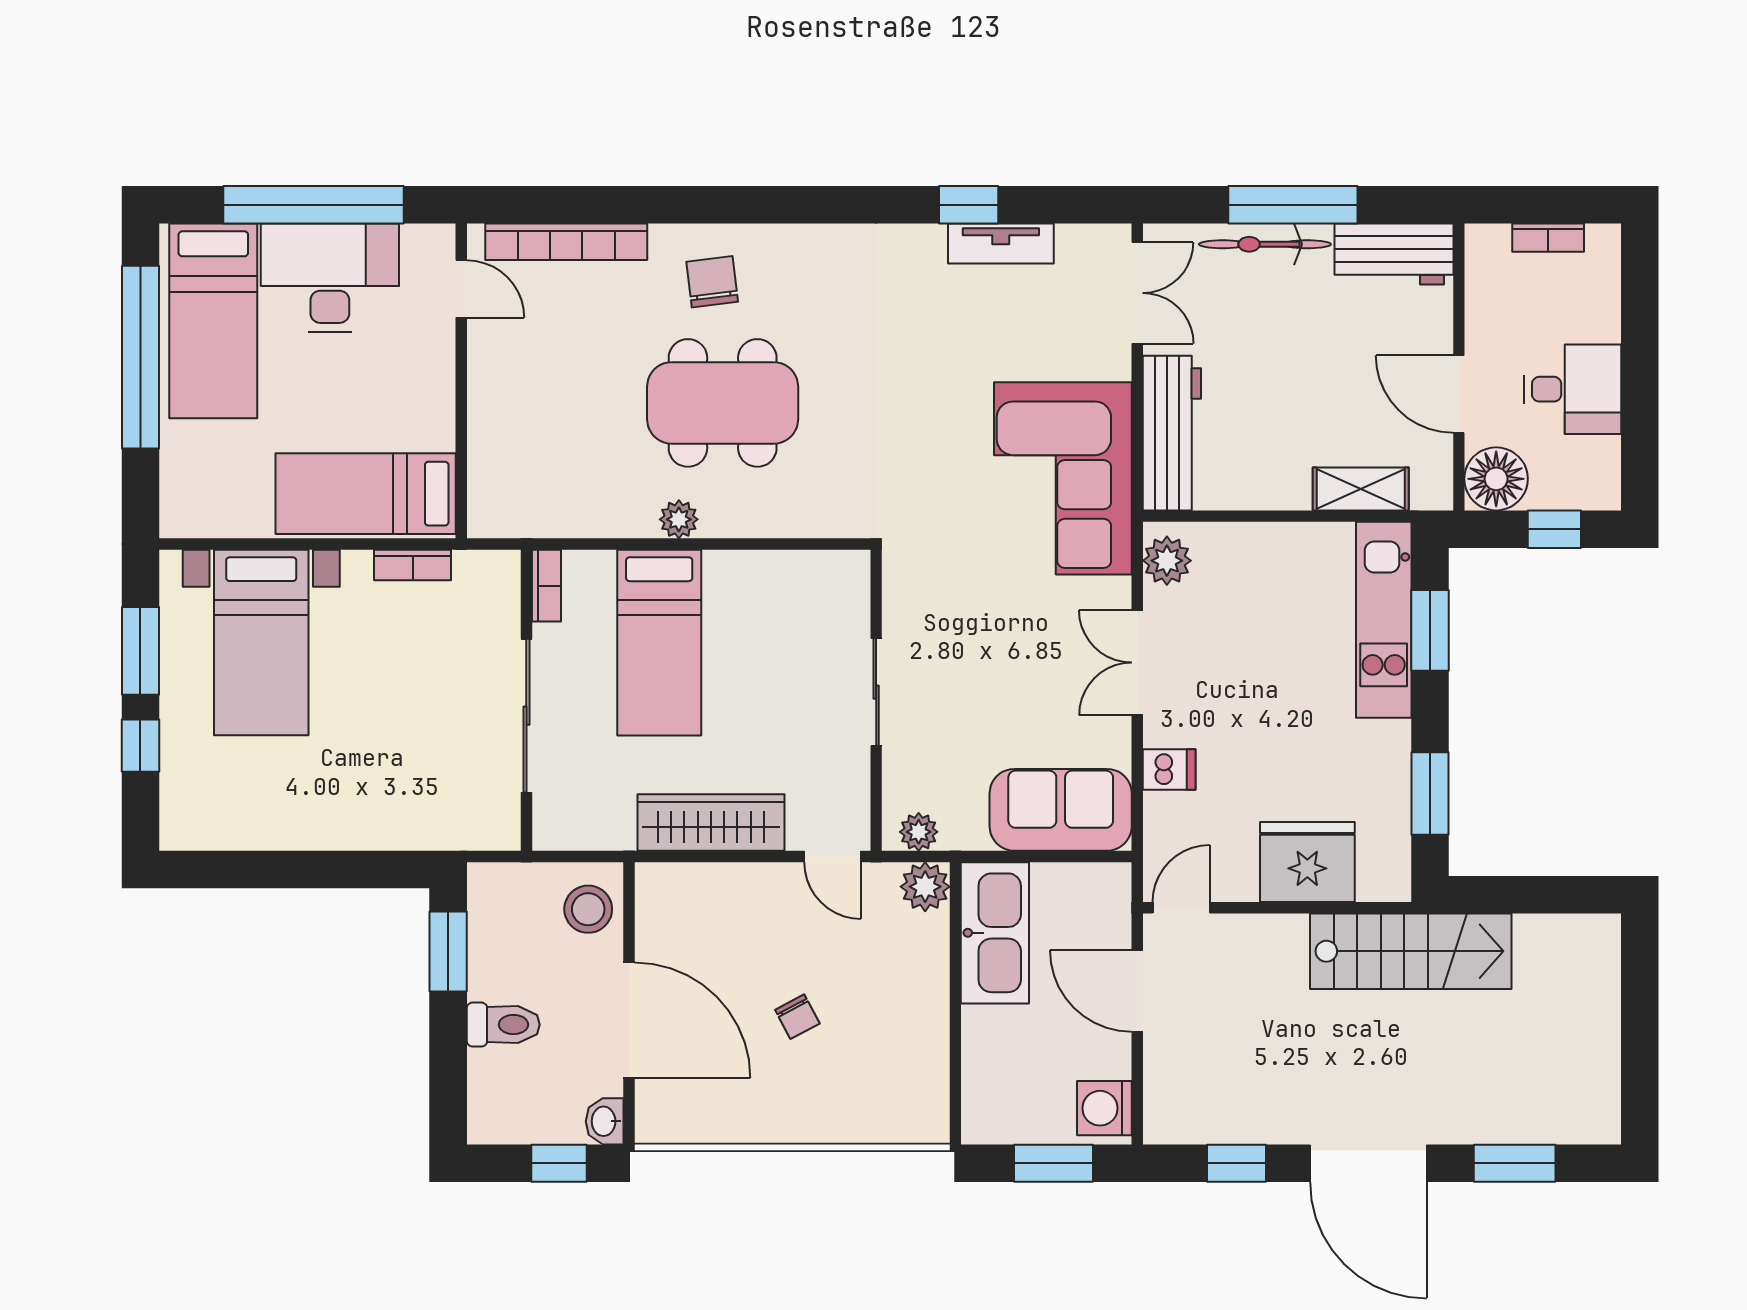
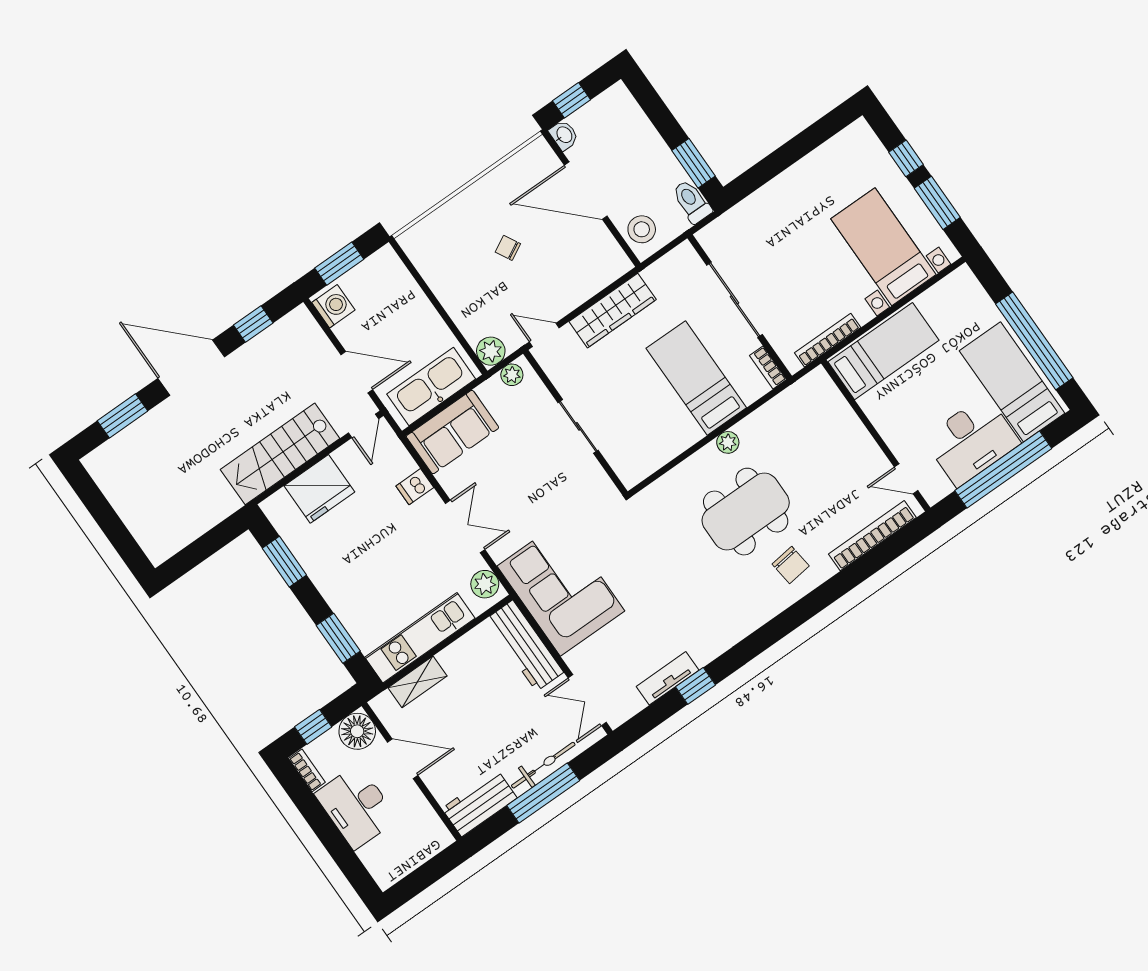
bookcase: (1548, 238) -> (307, 770), moved, turned 90
desk: (1573, 389) -> (356, 807), width x1.37
bookcase: (413, 565) -> (828, 340), width x1.56
kitchen unit: (1384, 620) -> (420, 638), moved, turned -90
kitchen sink: (995, 933) -> (431, 386), moved, turned 90
stairs: (1411, 951) -> (280, 454), moved
toilet: (503, 1025) -> (692, 202), moved, turned 90

